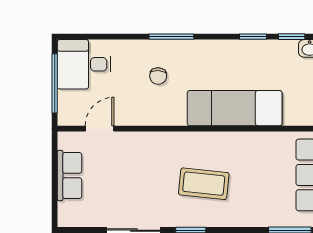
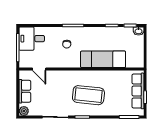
door: (100, 129) -> (39, 69), swing flipped
coffee table: (204, 184) -> (88, 95), width x1.36, depth x1.32
plant: (67, 217) -> (24, 111), added

